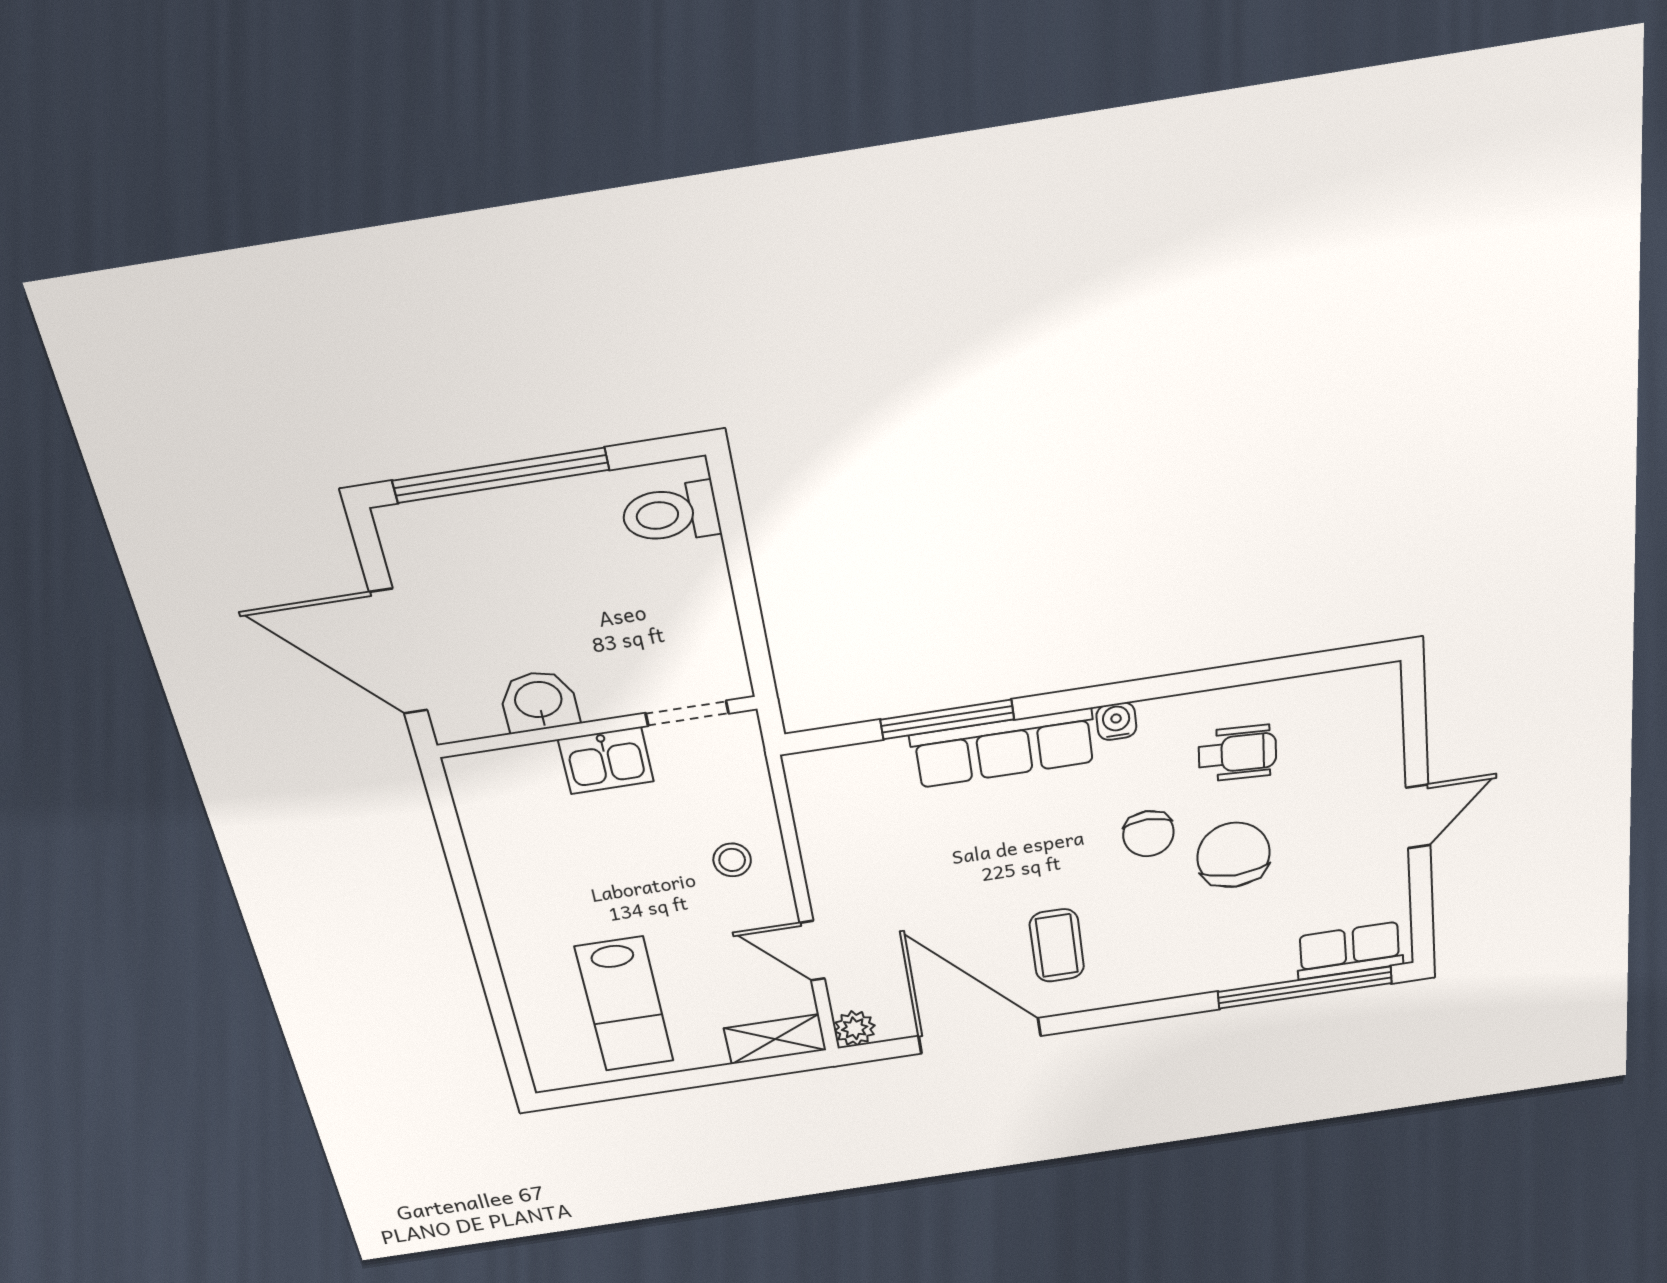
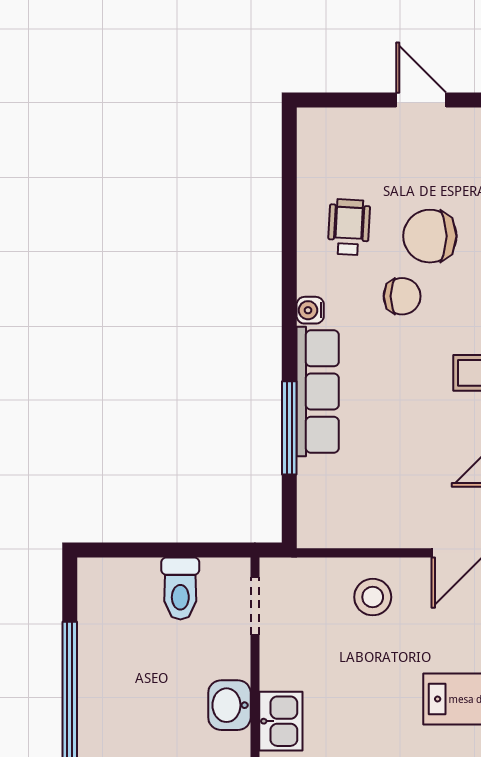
toilet: (670, 514) -> (180, 589), moved
kitchen sink: (606, 760) -> (281, 721), moved
stool: (732, 860) -> (373, 597), width x1.37, depth x1.37

